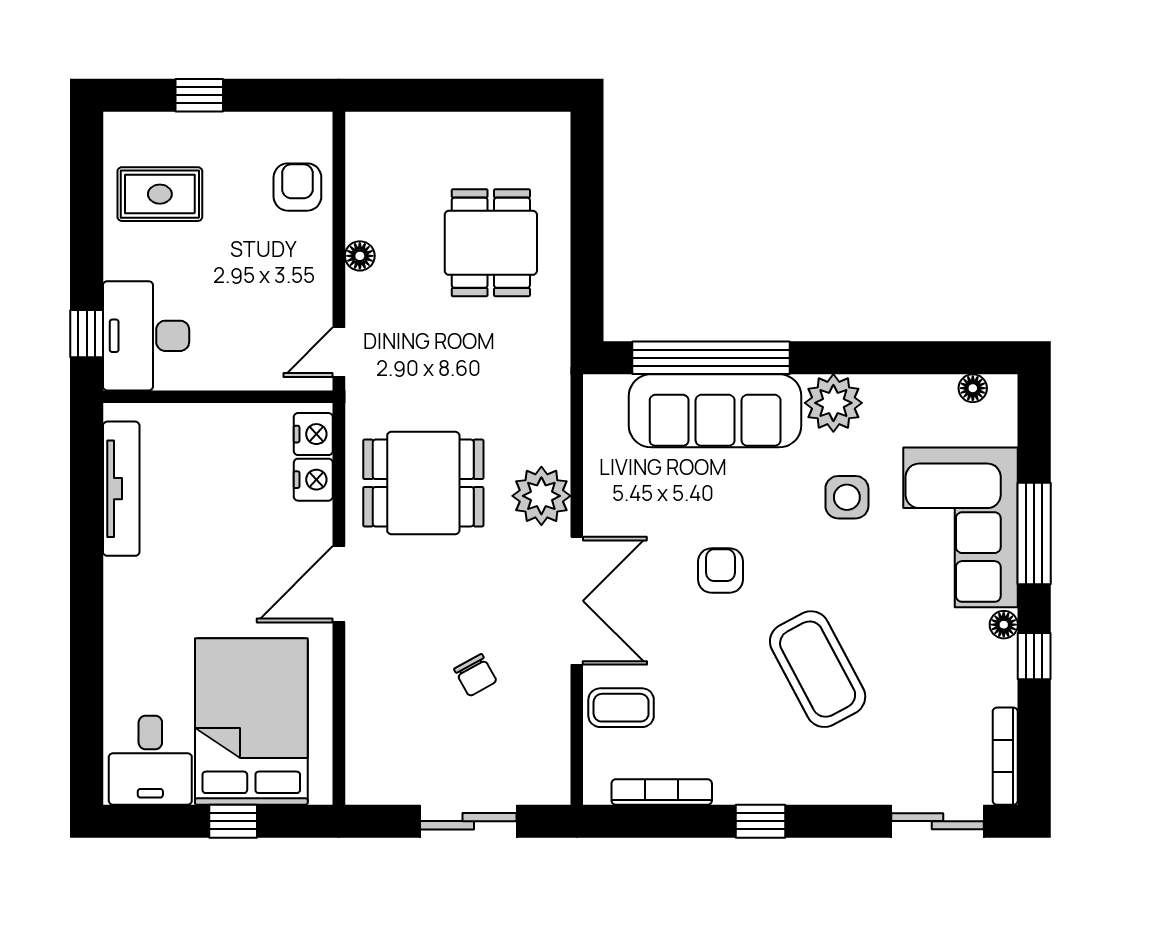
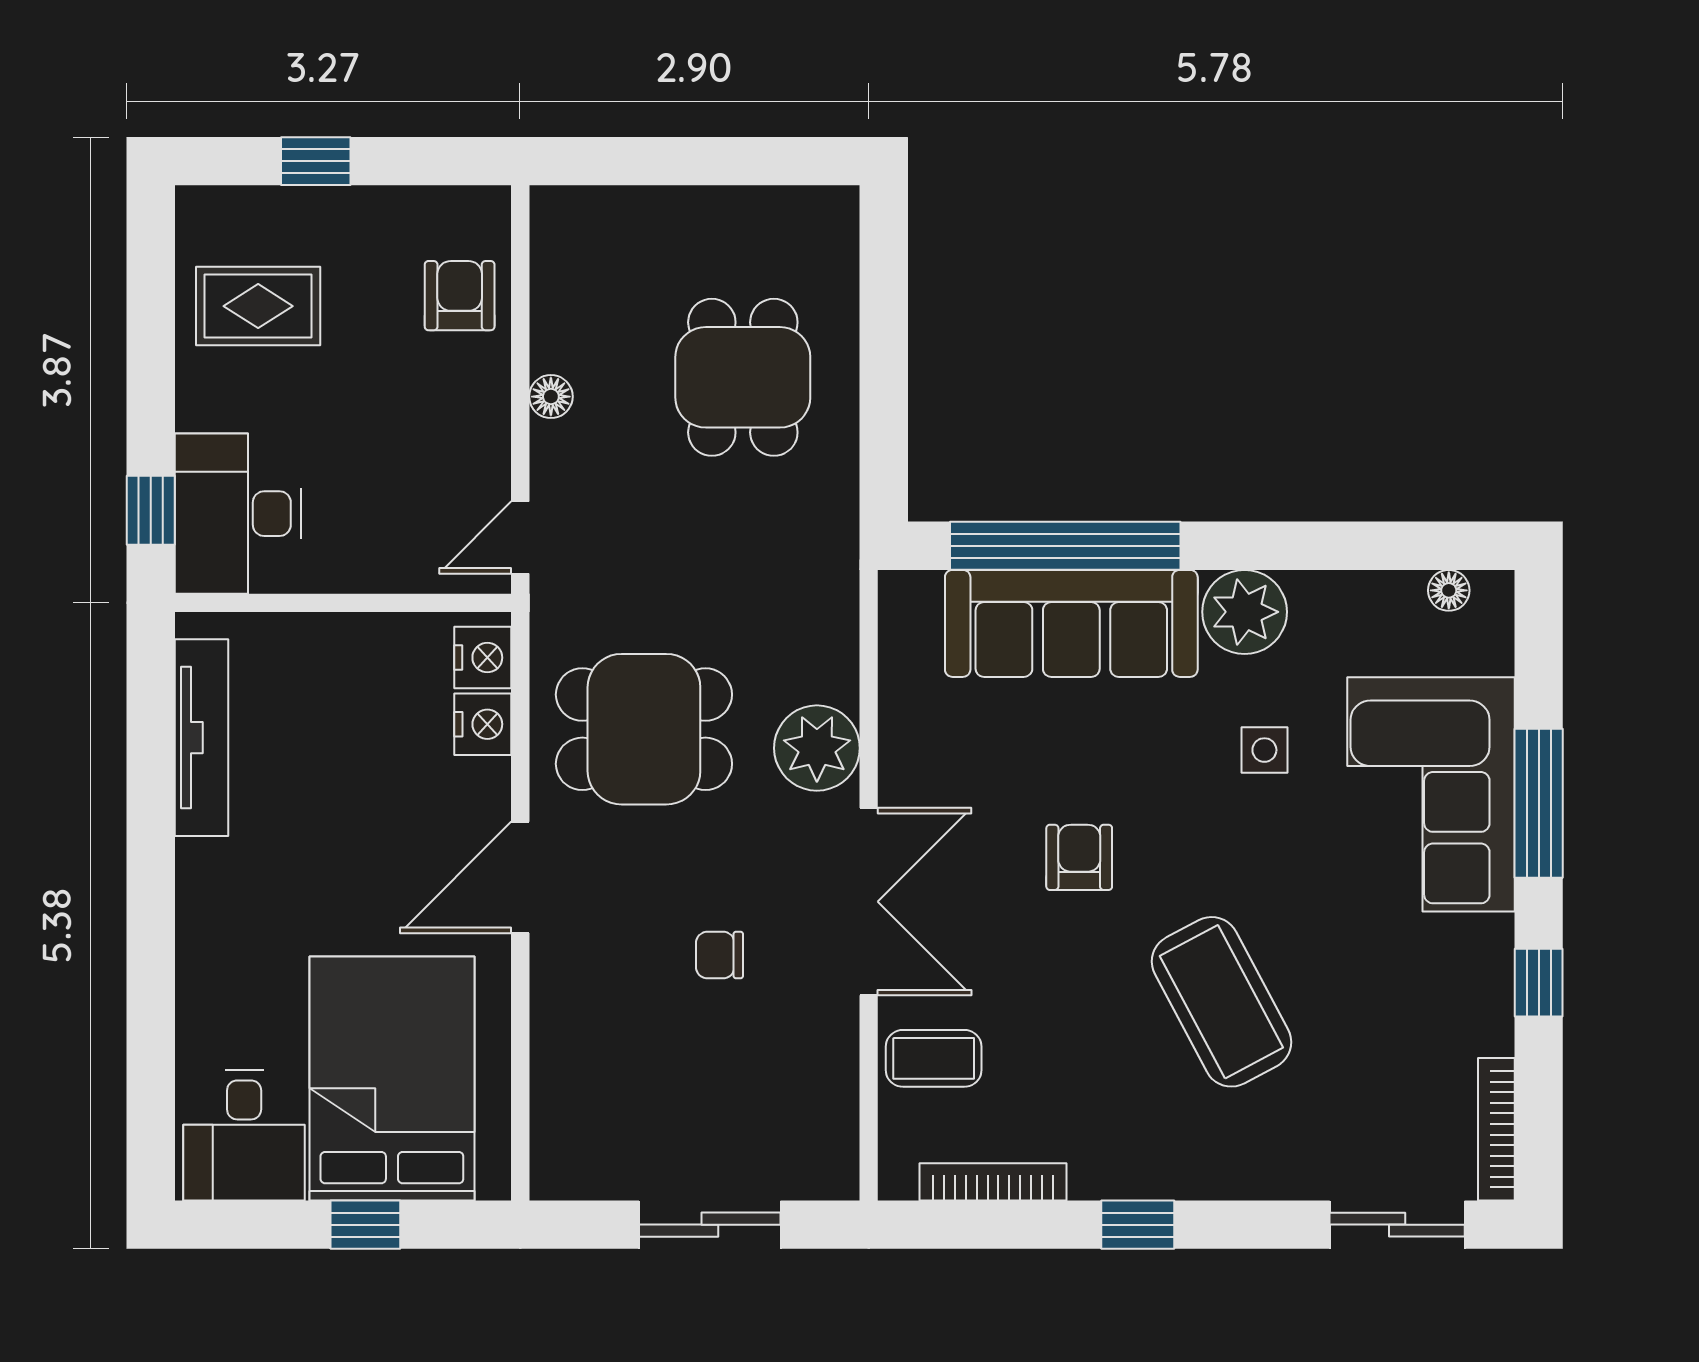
side table: (847, 497) -> (1264, 750), width x0.73, depth x0.73
floor lamp: (1004, 625) -> (1494, 937), removed
chair: (475, 675) -> (719, 955), moved, turned 119

